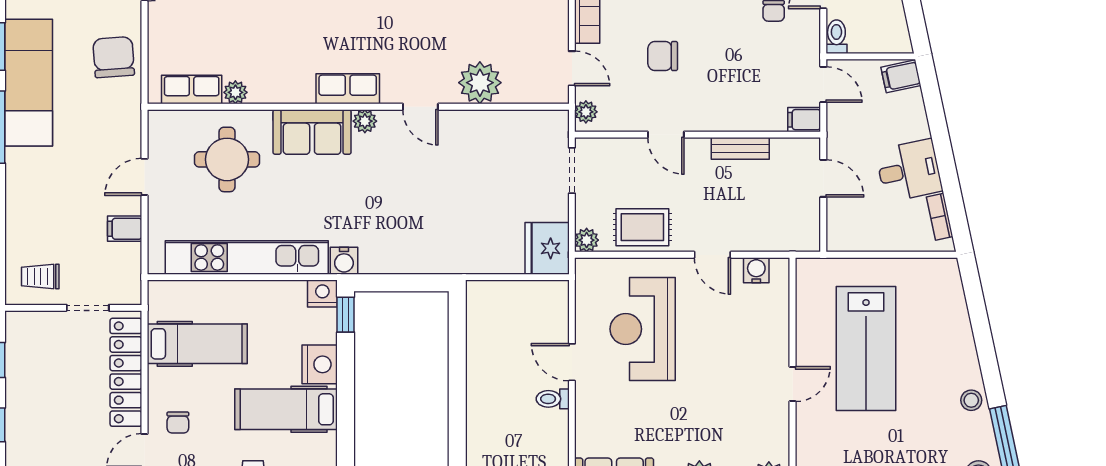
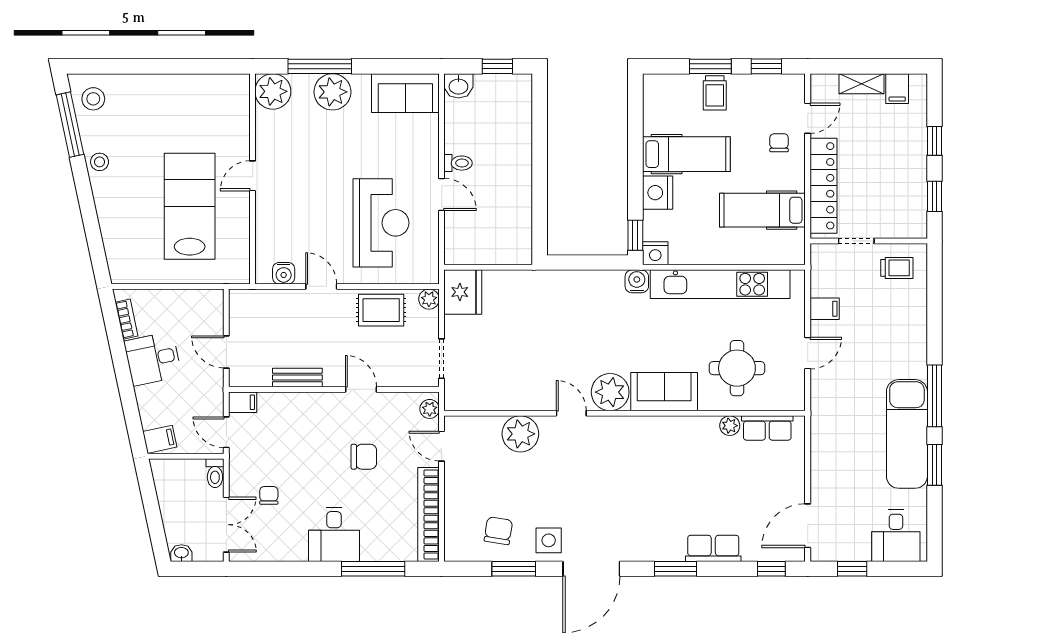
chair: (114, 57) -> (834, 456), removed
row of seats: (348, 89) -> (634, 429), removed
plant: (365, 121) -> (610, 392), width x1.87, depth x1.87

